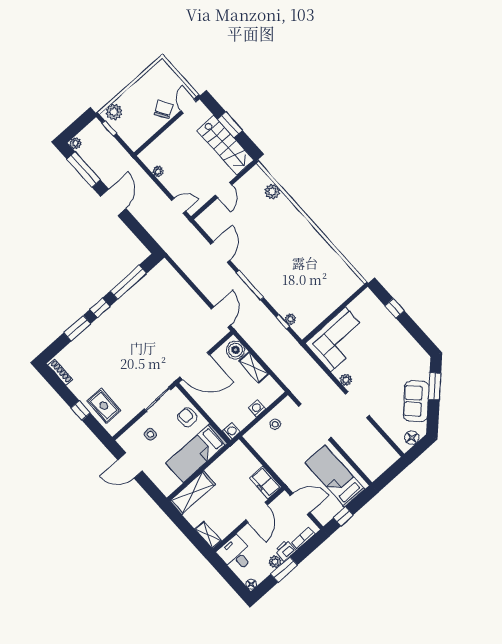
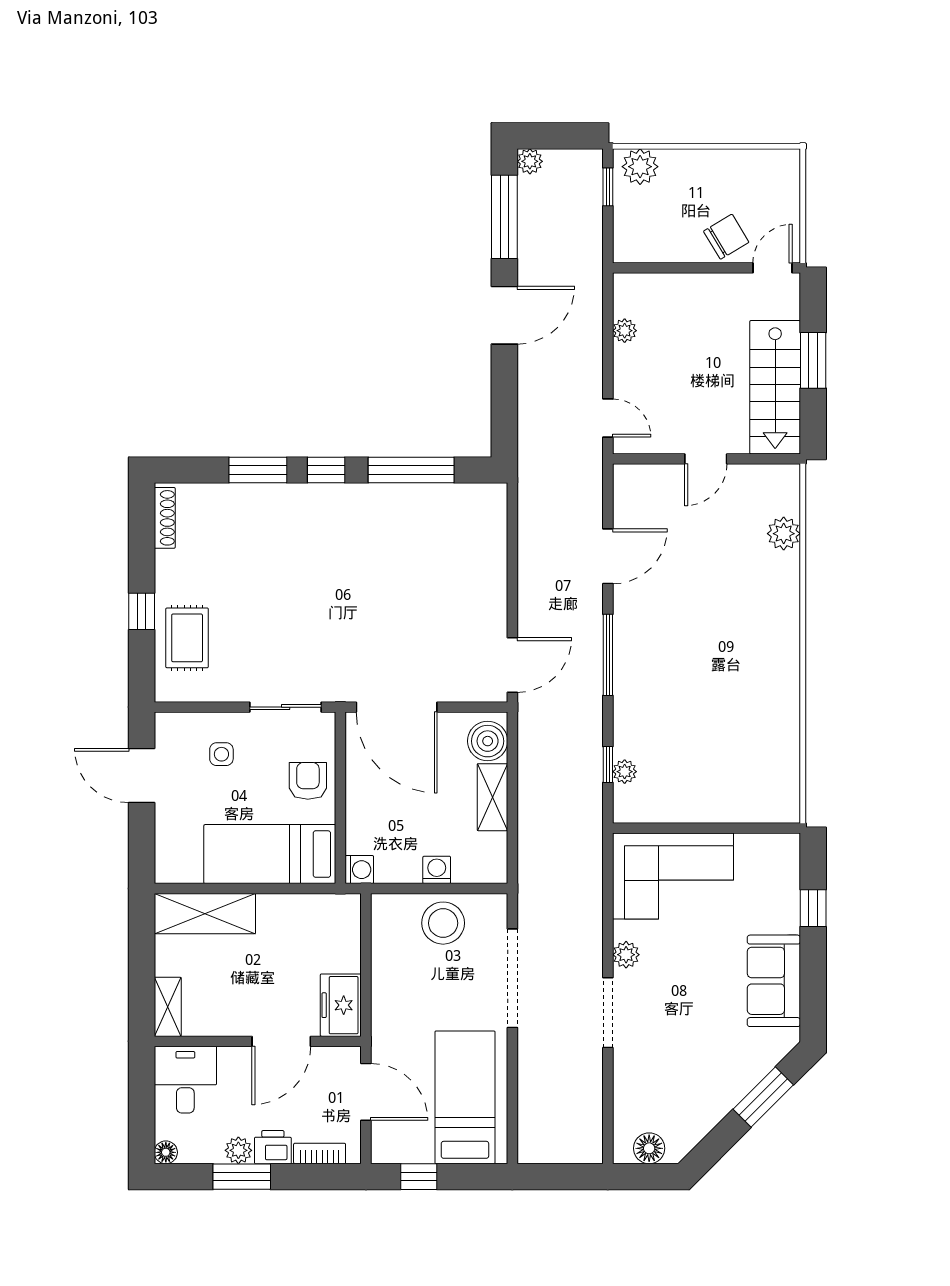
sofa: (416, 401) -> (774, 981), moved, turned -45
stool: (275, 424) -> (443, 923), width x1.89, depth x1.89

